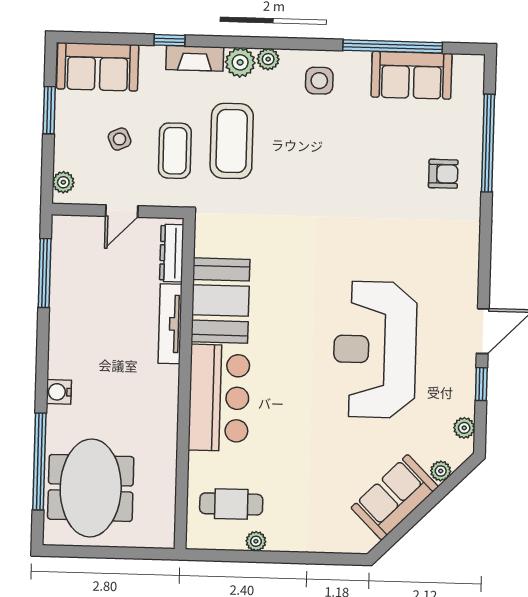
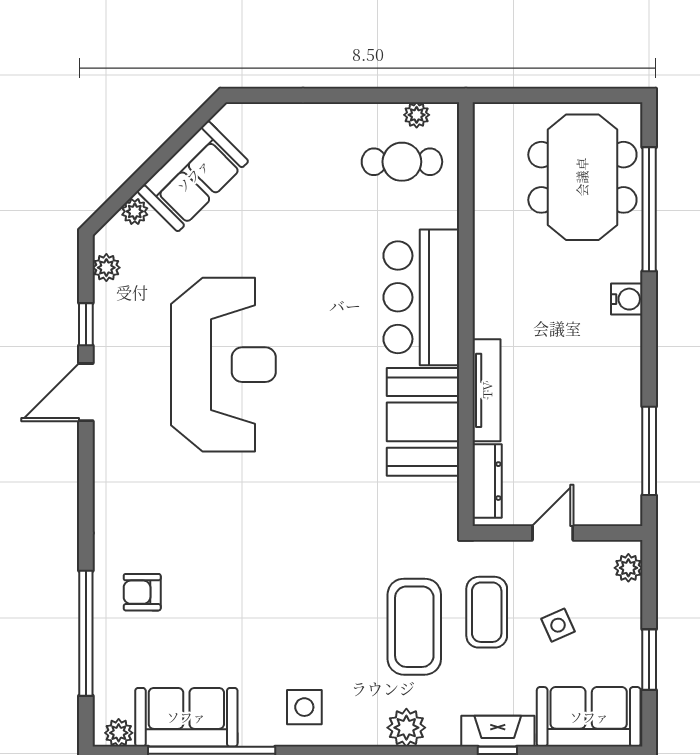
fireplace: (195, 58) -> (498, 731), moved
plant: (268, 59) -> (119, 733), moved
plant: (256, 541) -> (417, 115), moved

